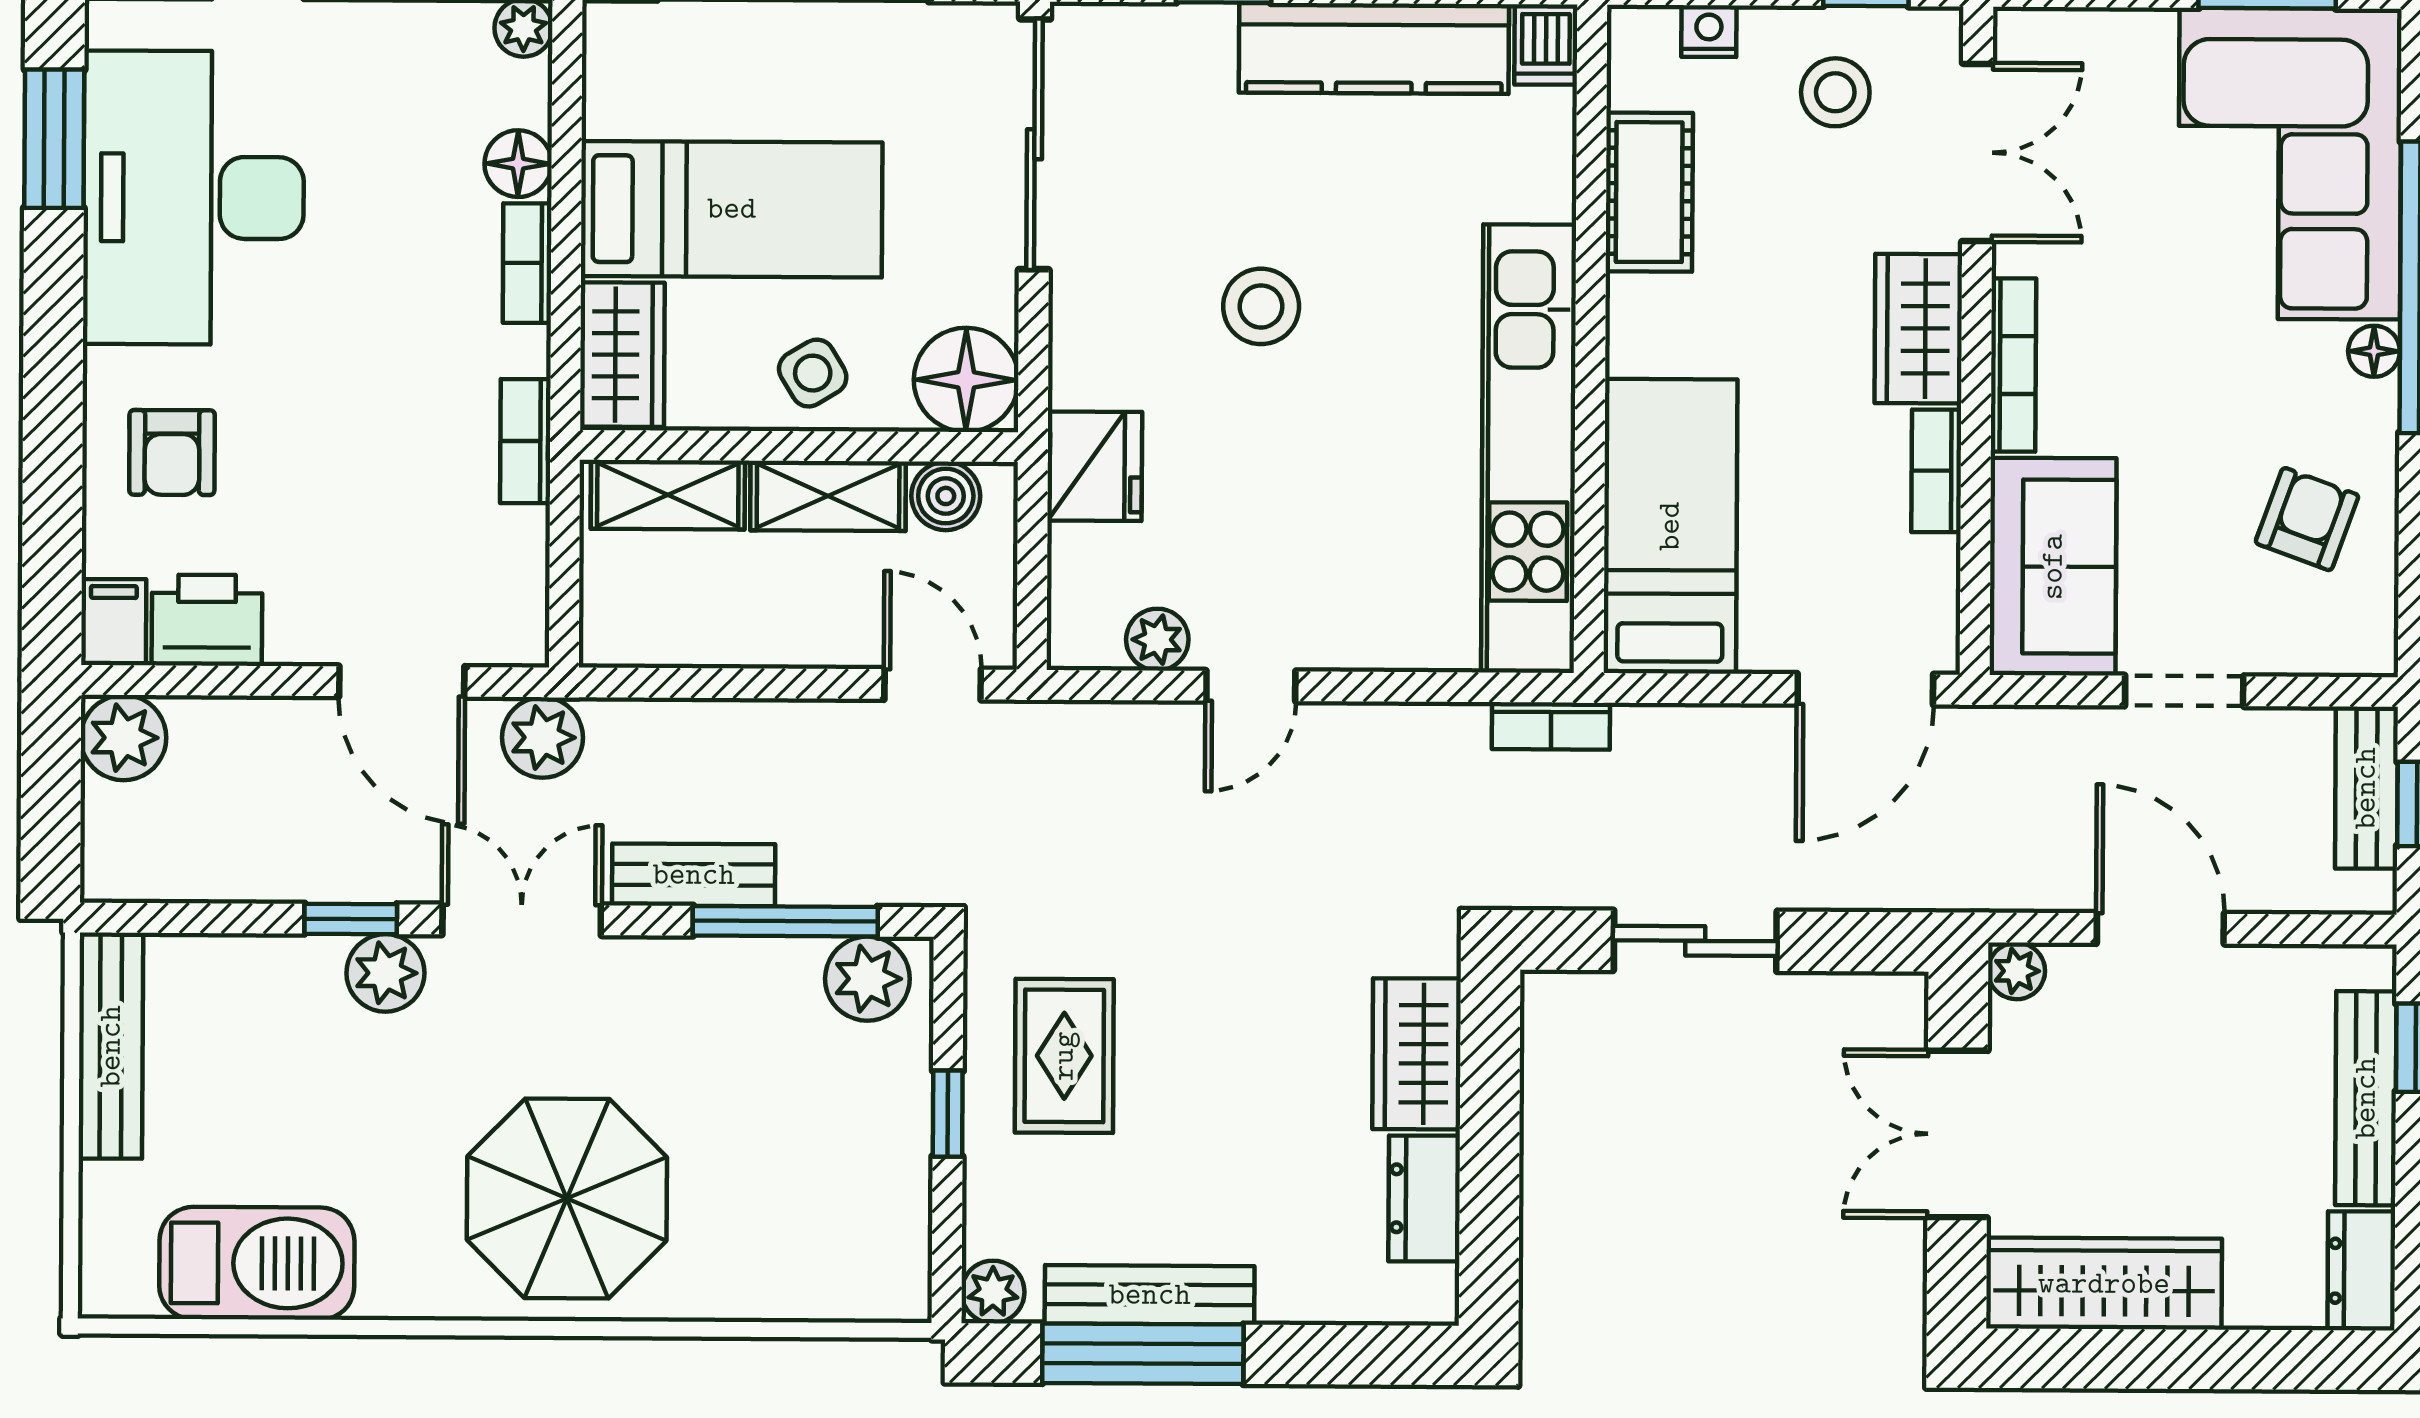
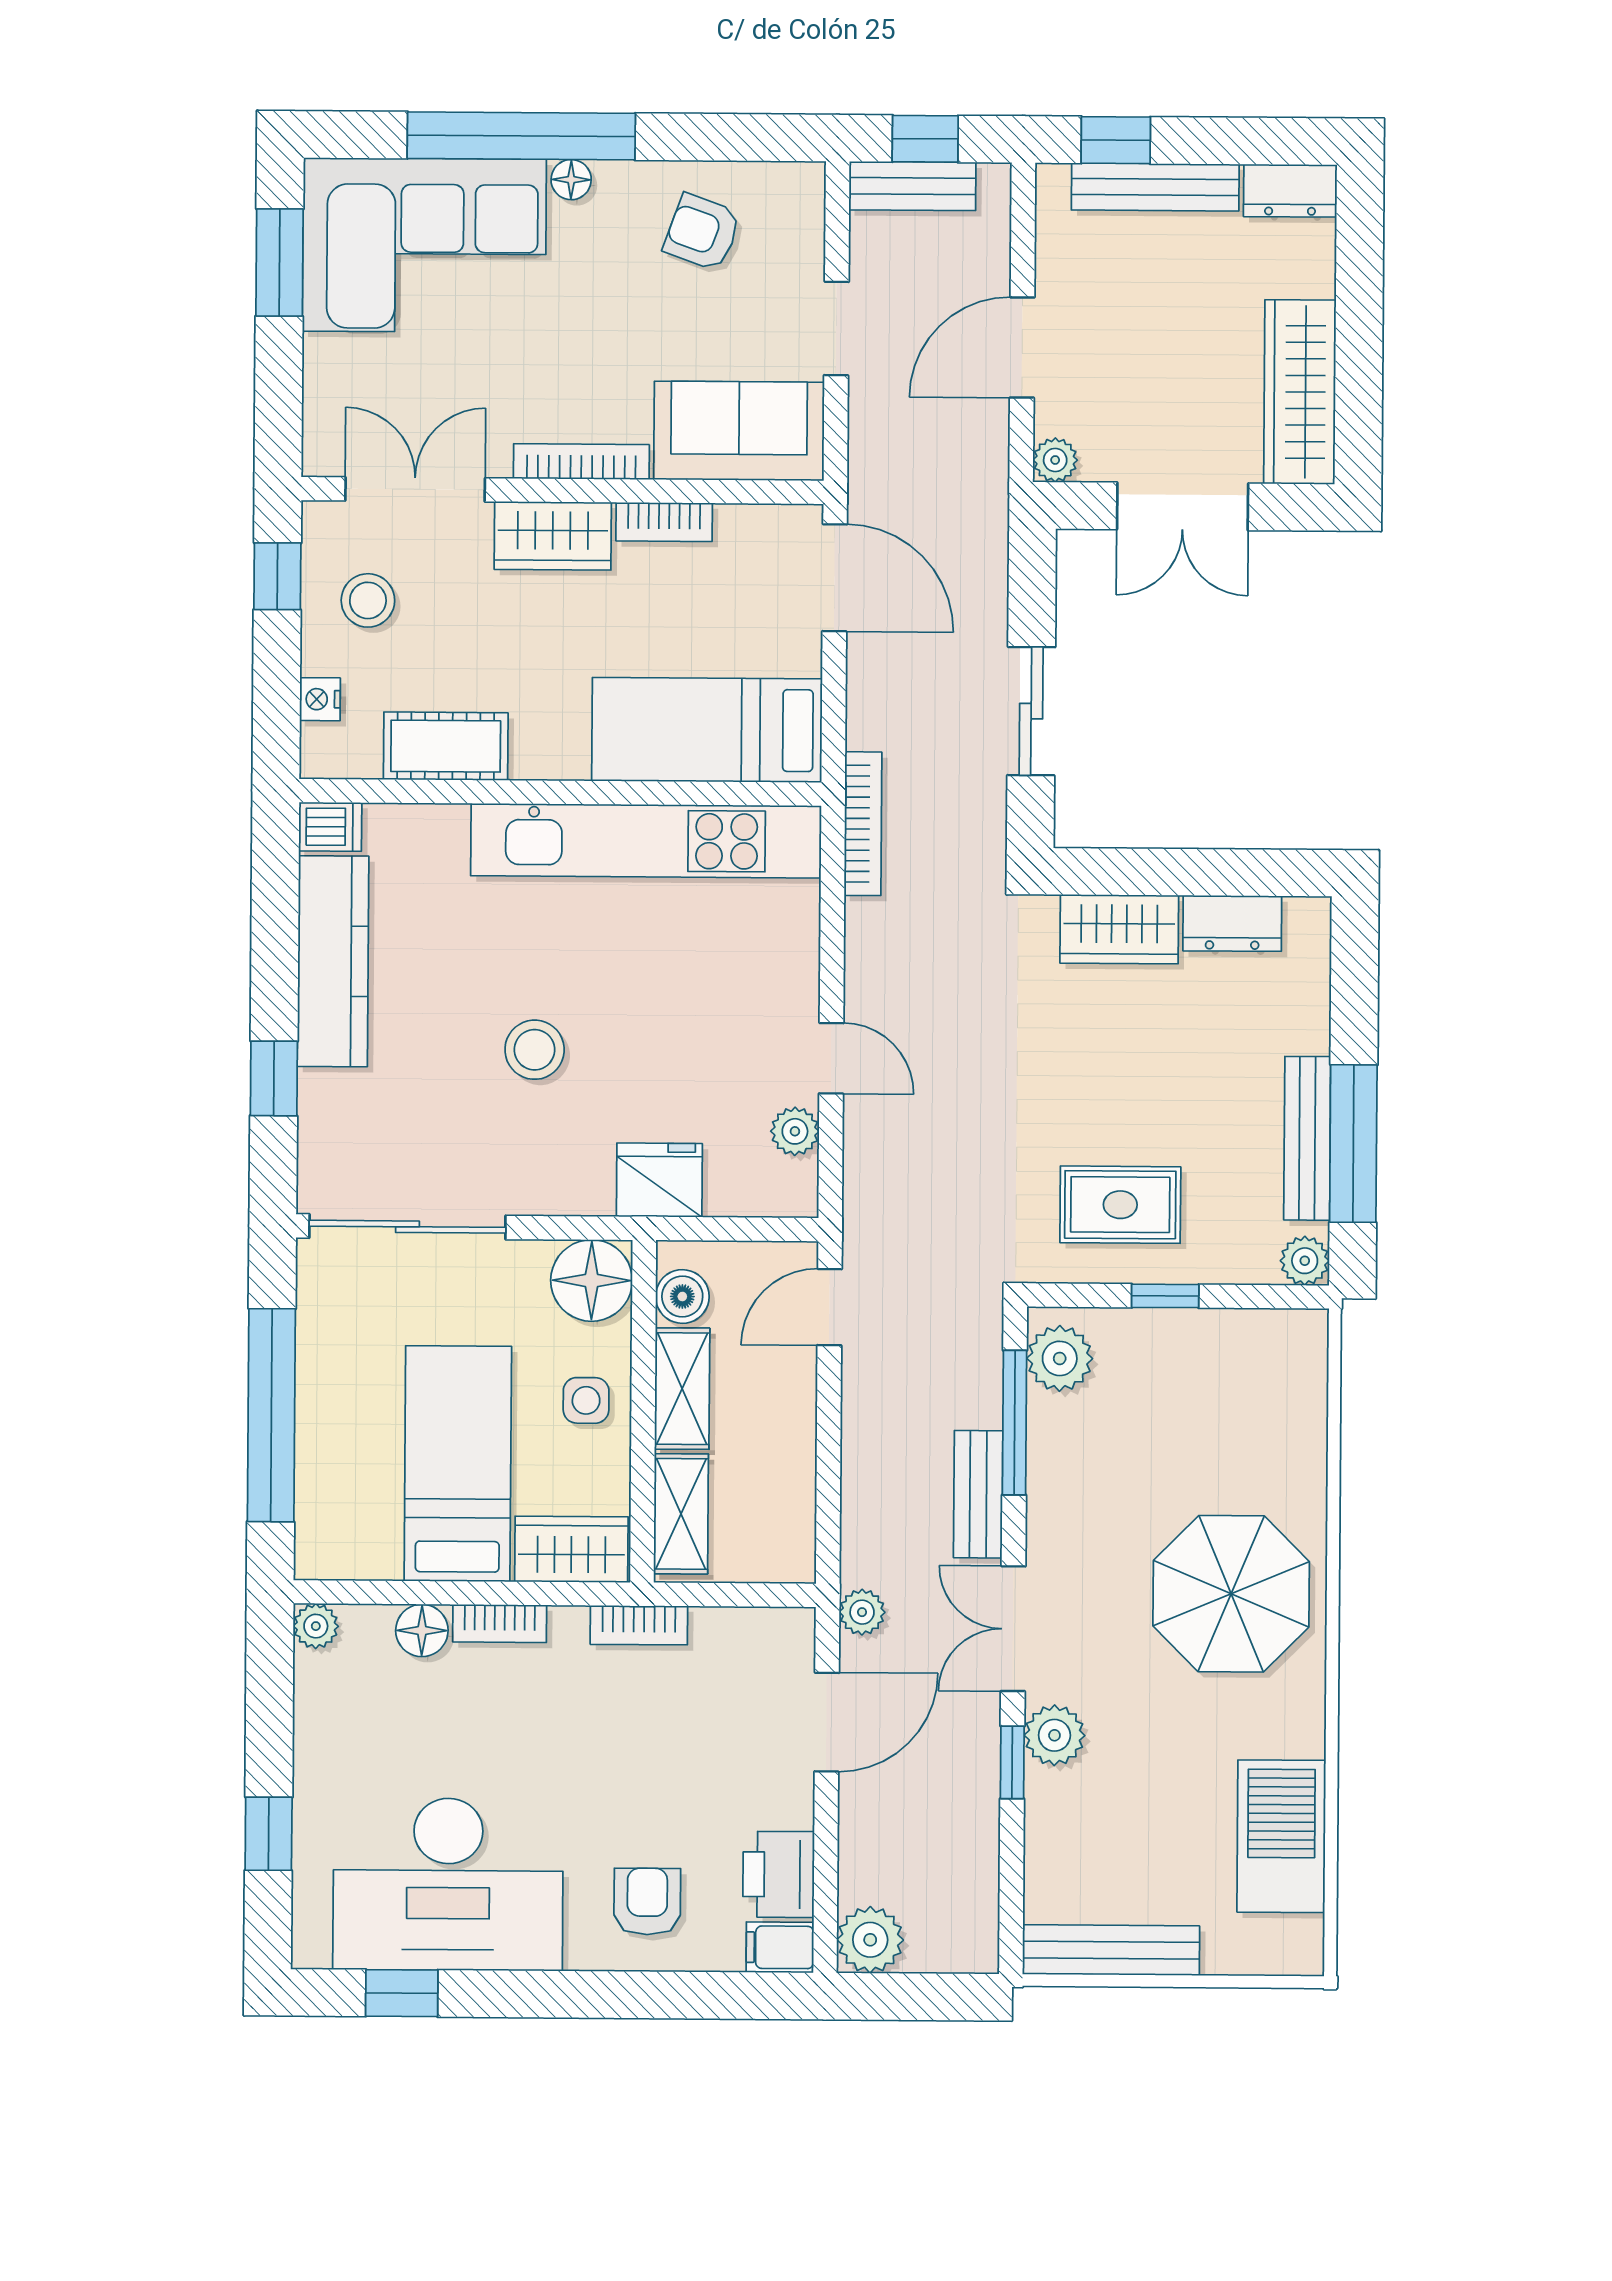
window: (54, 139) -> (402, 1993), width x0.67
side table: (813, 373) -> (586, 1400), turned 31
armchair: (172, 452) -> (647, 1901), turned -90
bookcase: (1551, 726) -> (863, 824), width x1.56
plant: (542, 738) -> (862, 1612), width x0.73, depth x0.73

